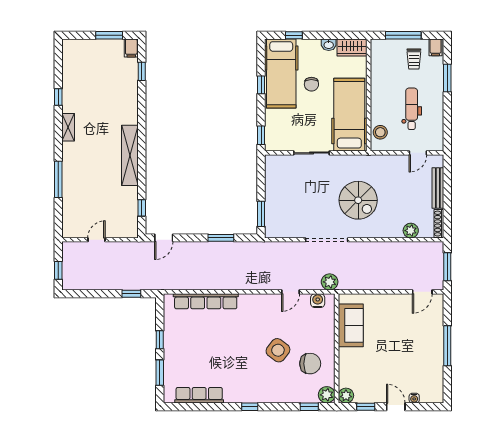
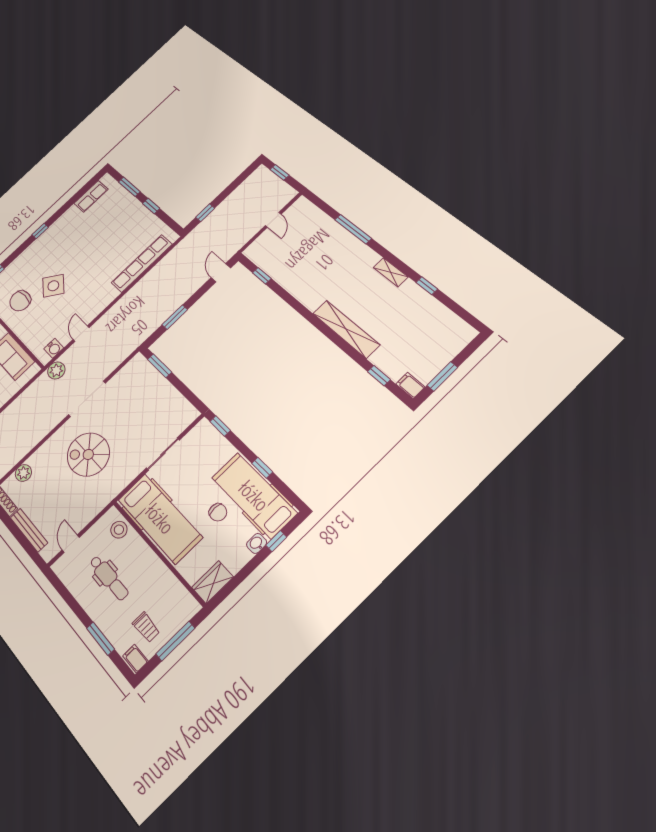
washbasin: (329, 45) -> (257, 543), moved
trolley: (414, 59) -> (146, 627), turned 180
chair: (311, 84) -> (218, 512), turned 180
shelving: (130, 155) -> (346, 329), moved
row of seats: (199, 395) -> (91, 196), width x0.68

